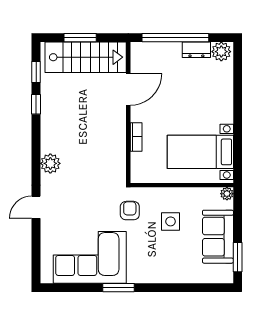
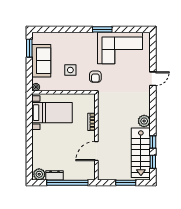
stairs: (86, 57) -> (141, 153), moved, turned -90
plant: (50, 163) -> (144, 121), moved

